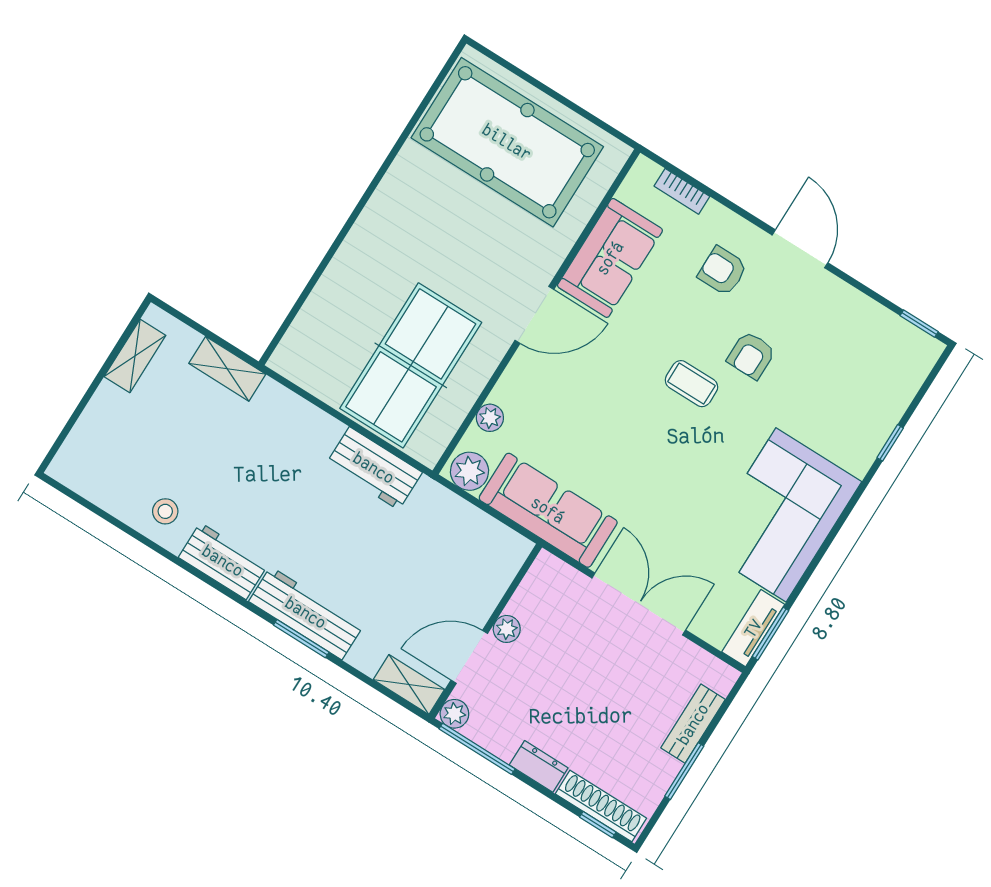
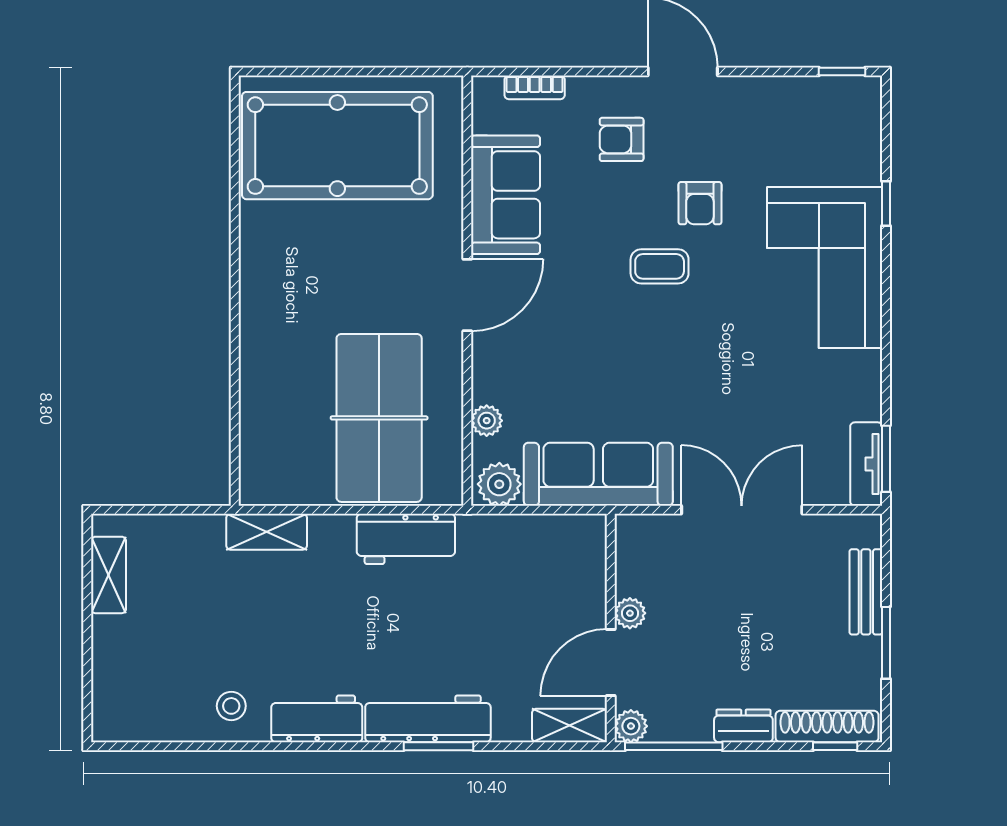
shelving: (227, 369) -> (267, 532), moved
corner sofa: (781, 515) -> (825, 267), moved

